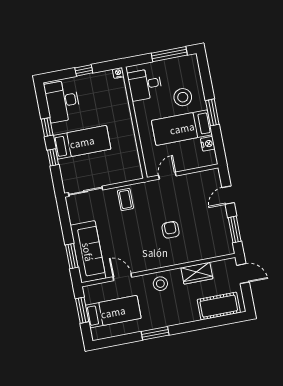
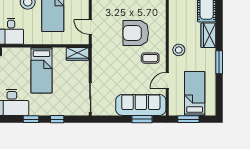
bed: (82, 142) -> (42, 70), moved, turned 180
wardrobe: (133, 167) -> (77, 54), added
coffee table: (125, 199) -> (150, 58), moved
armchair: (171, 230) -> (136, 33), width x1.88, depth x1.88
wardrobe: (197, 273) -> (208, 35), moved, turned 180

